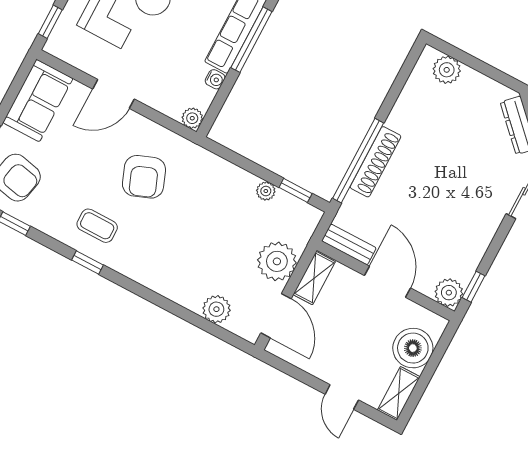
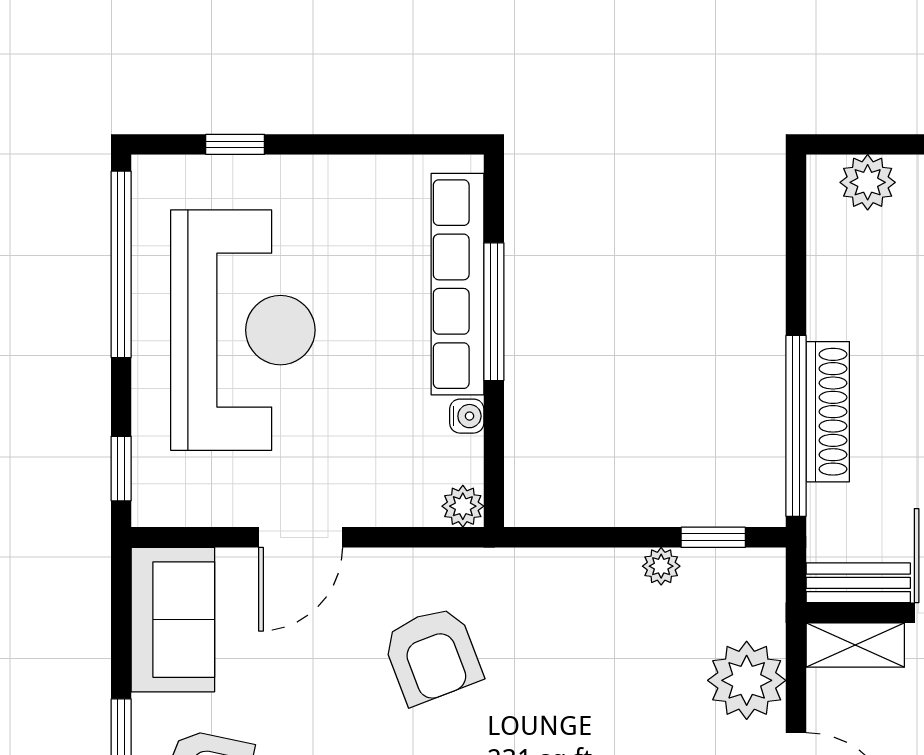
shelving: (314, 278) -> (855, 645), moved, turned 90

